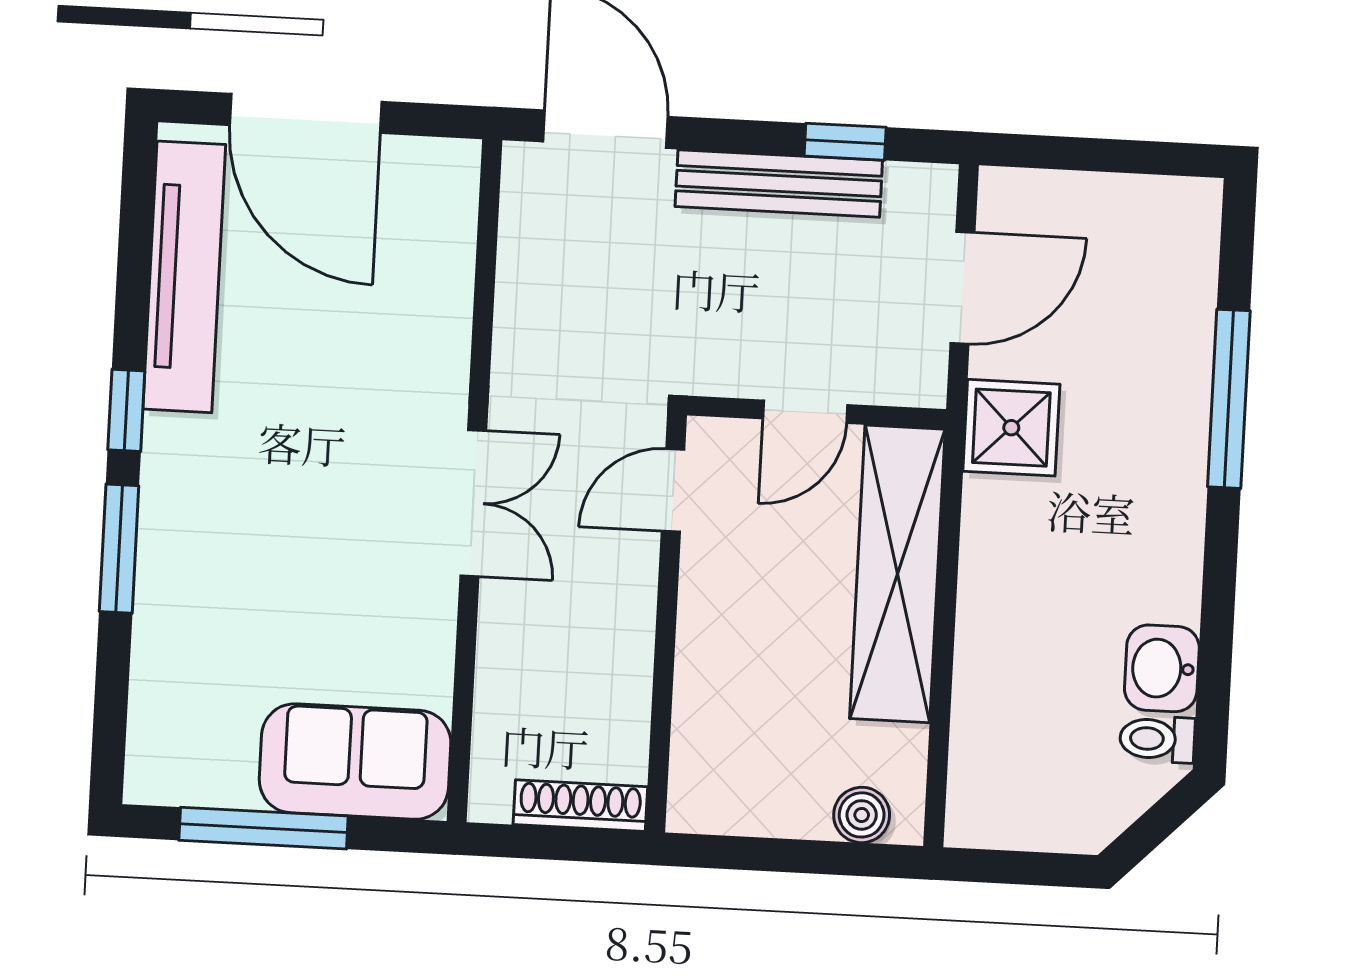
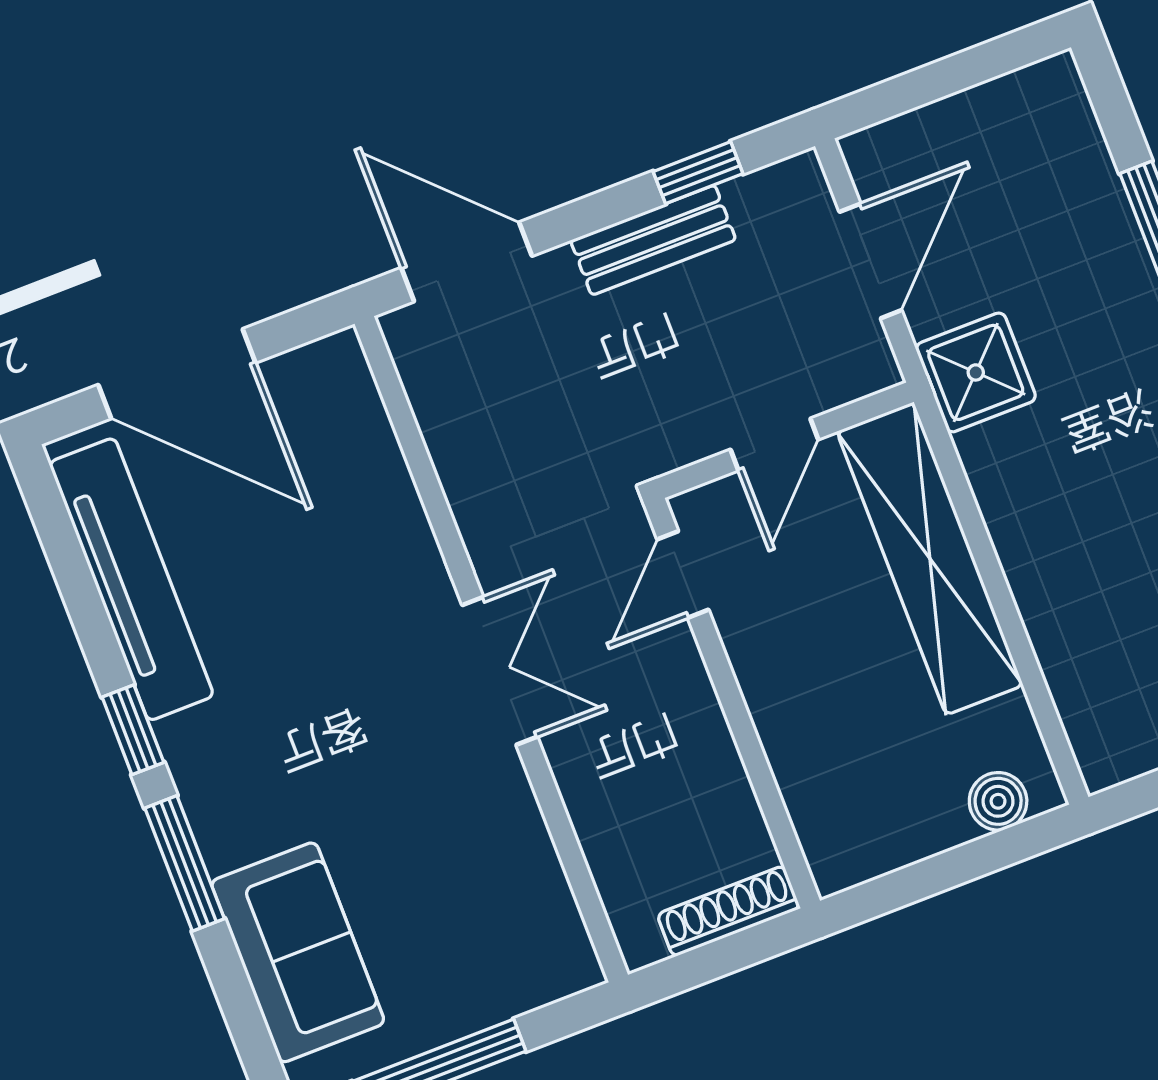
bench: (779, 183) -> (653, 240), width x0.73
sofa: (355, 762) -> (298, 952), moved, turned 90

